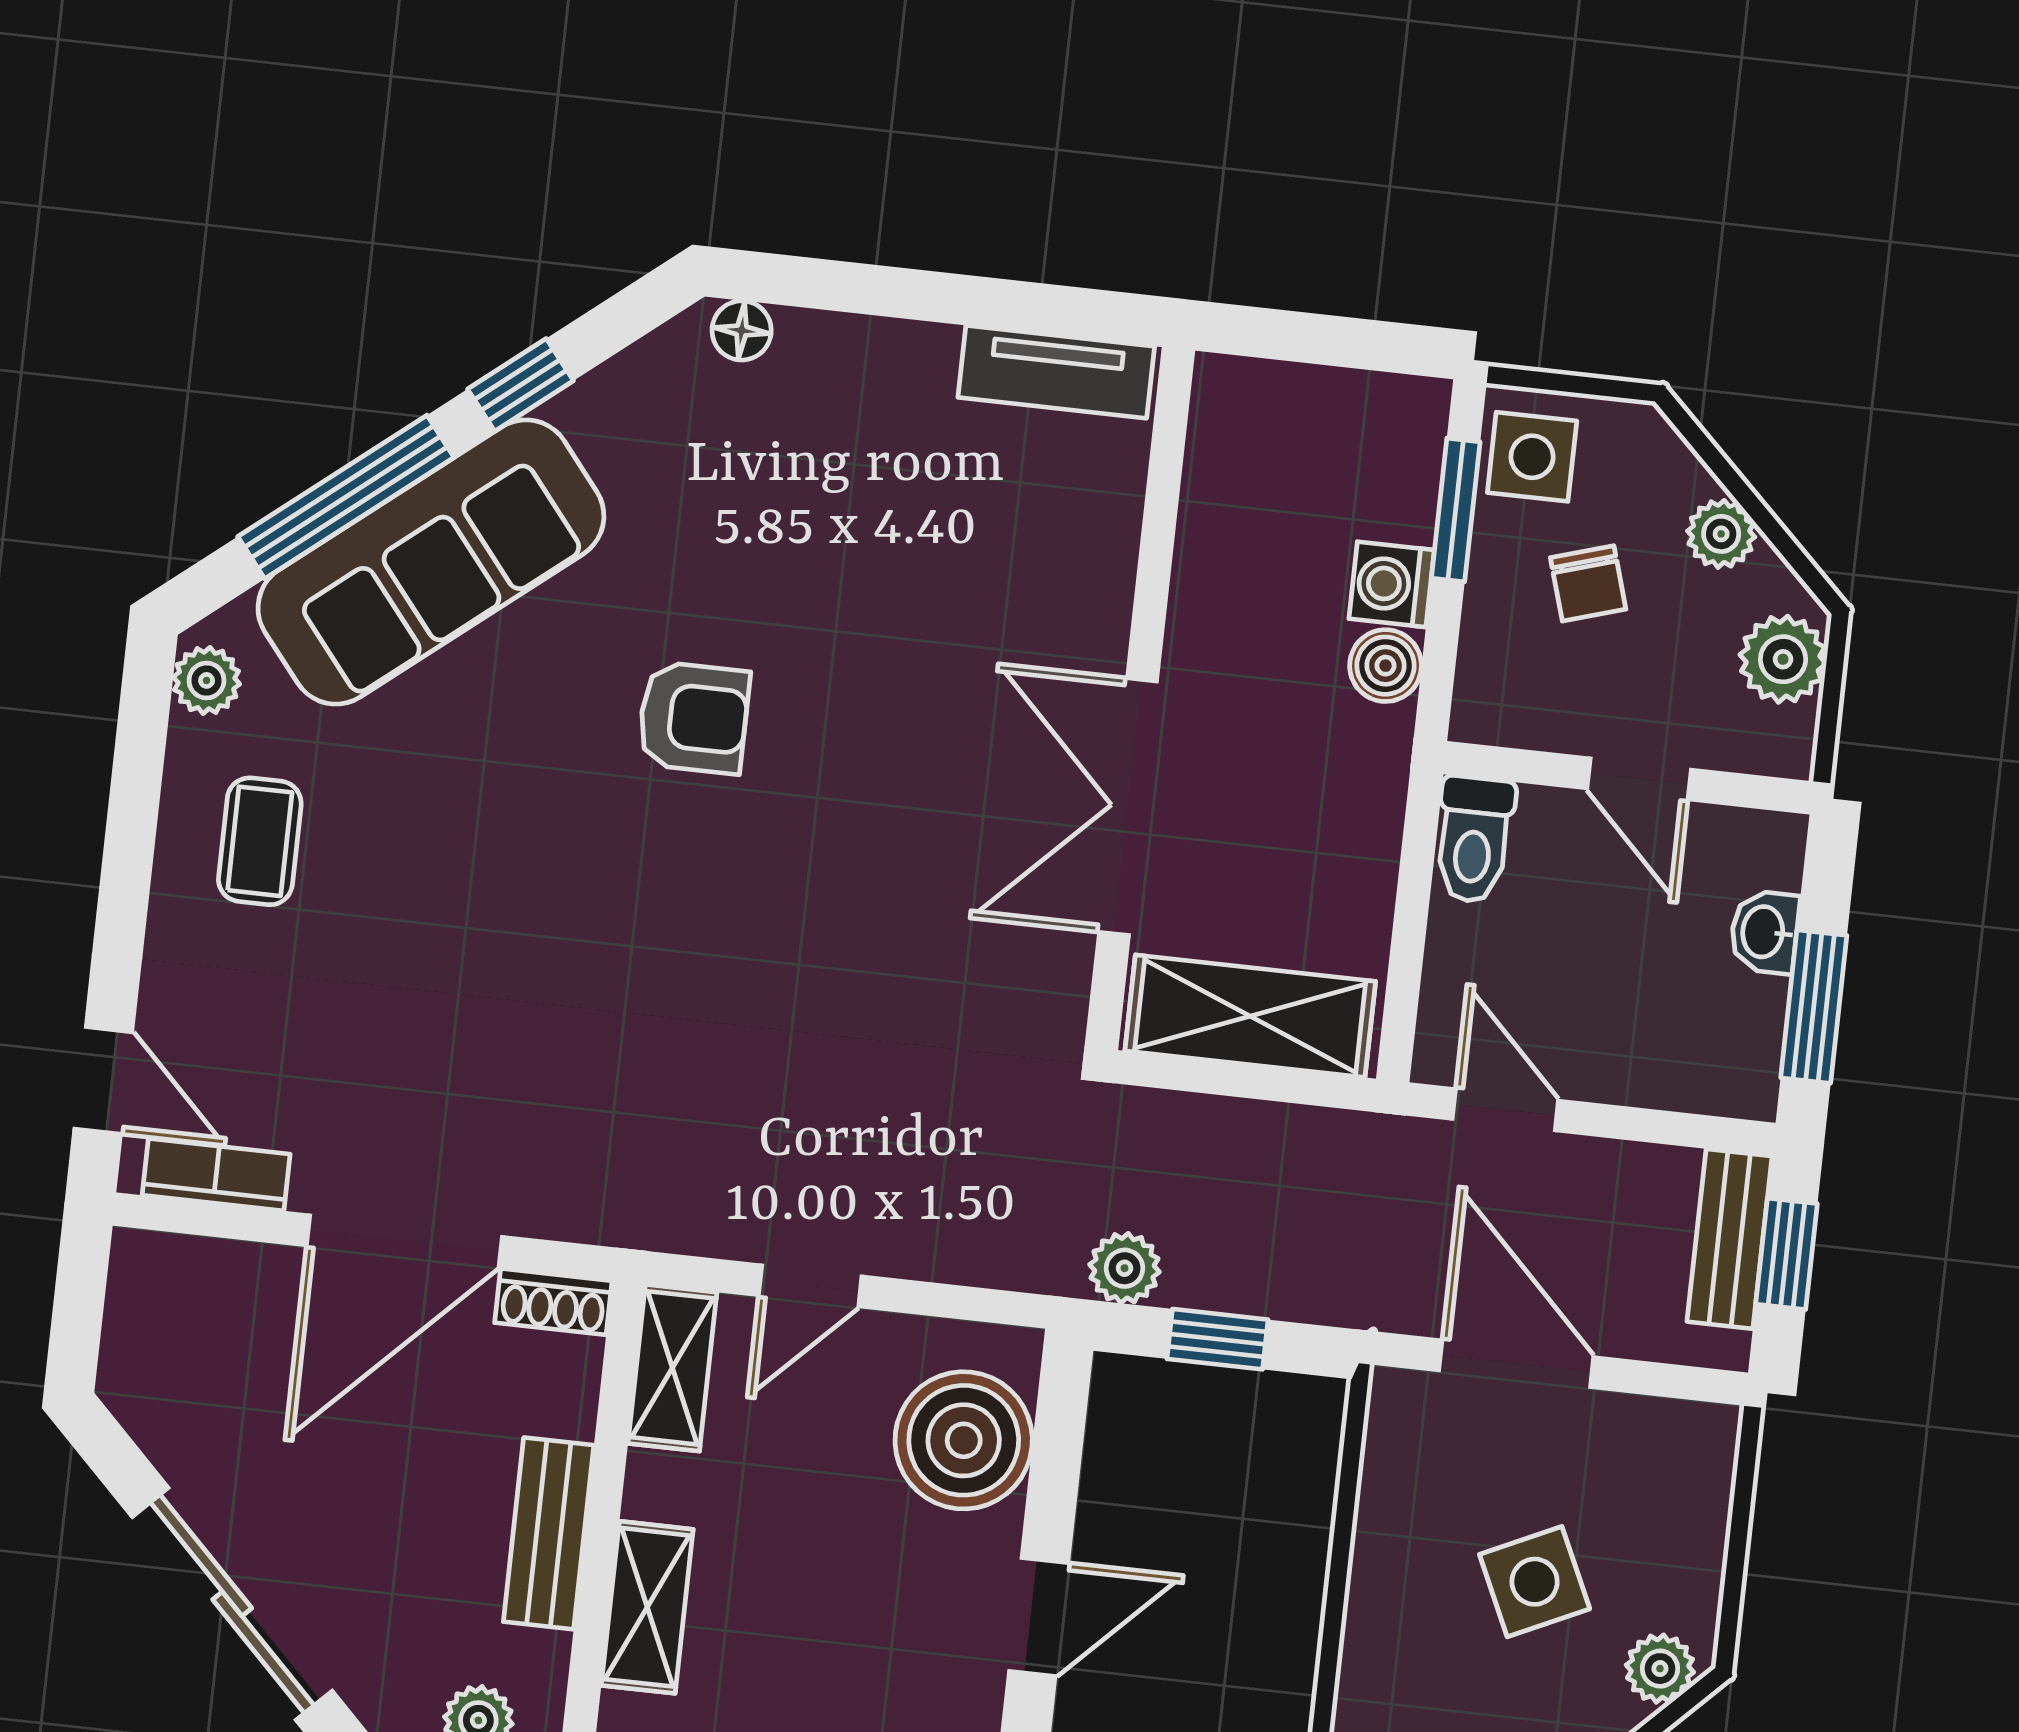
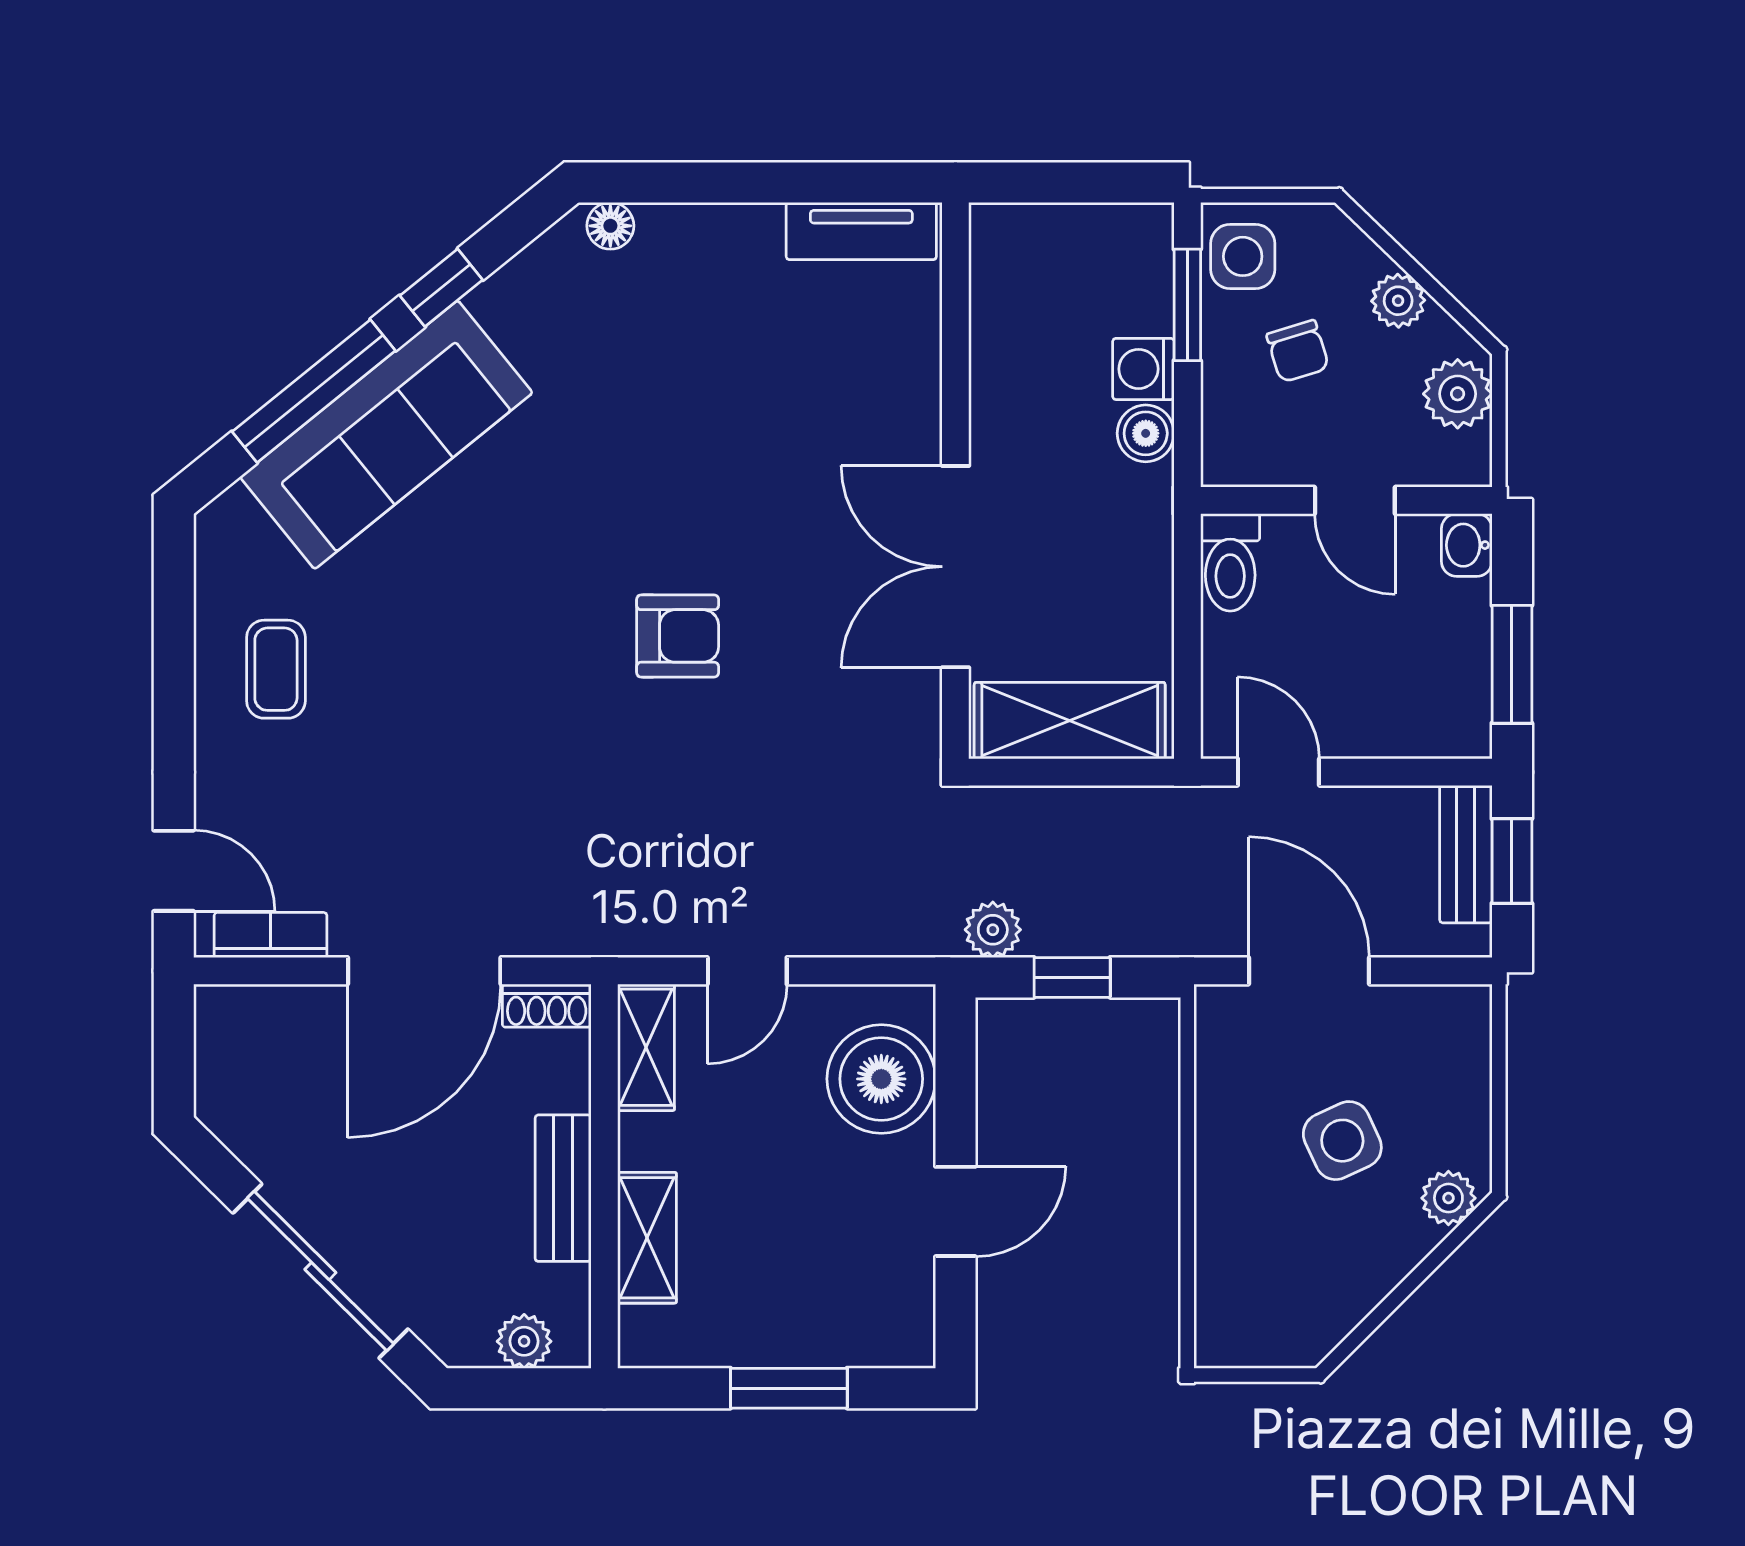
plant: (207, 680) -> (220, 547), removed
armchair: (694, 718) -> (678, 636), moved
washbasin: (1765, 932) -> (1467, 545), moved

